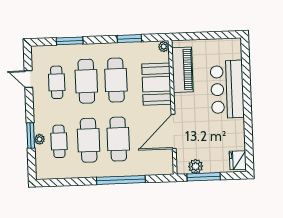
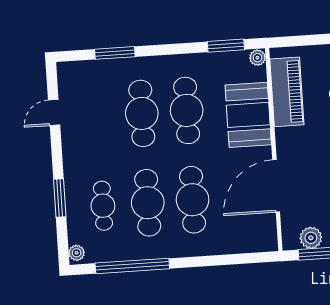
window: (129, 39) -> (226, 46), moved
door: (28, 79) -> (54, 112), hinge flipped
cafe table: (57, 82) -> (97, 116), removed
plant: (39, 139) -> (77, 253), moved
window: (121, 180) -> (132, 266), moved

